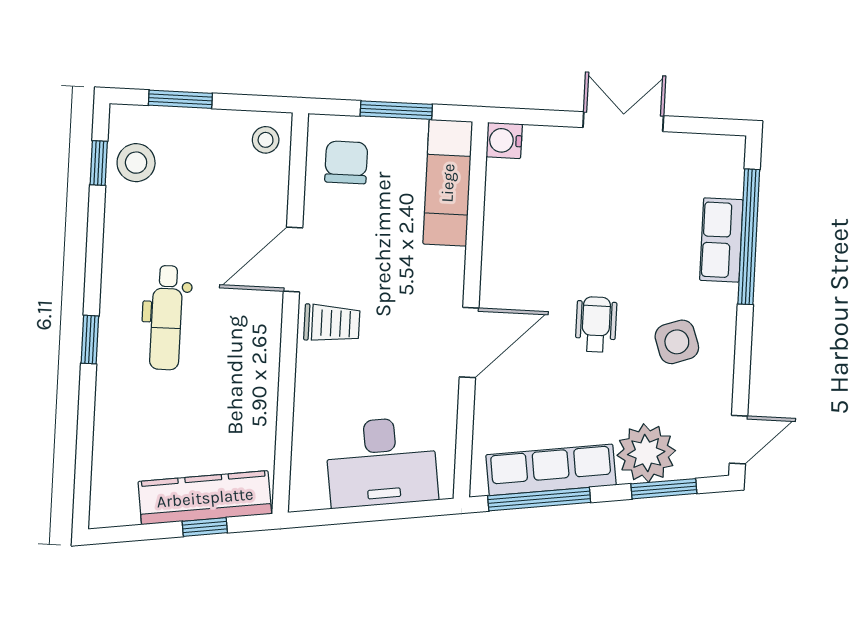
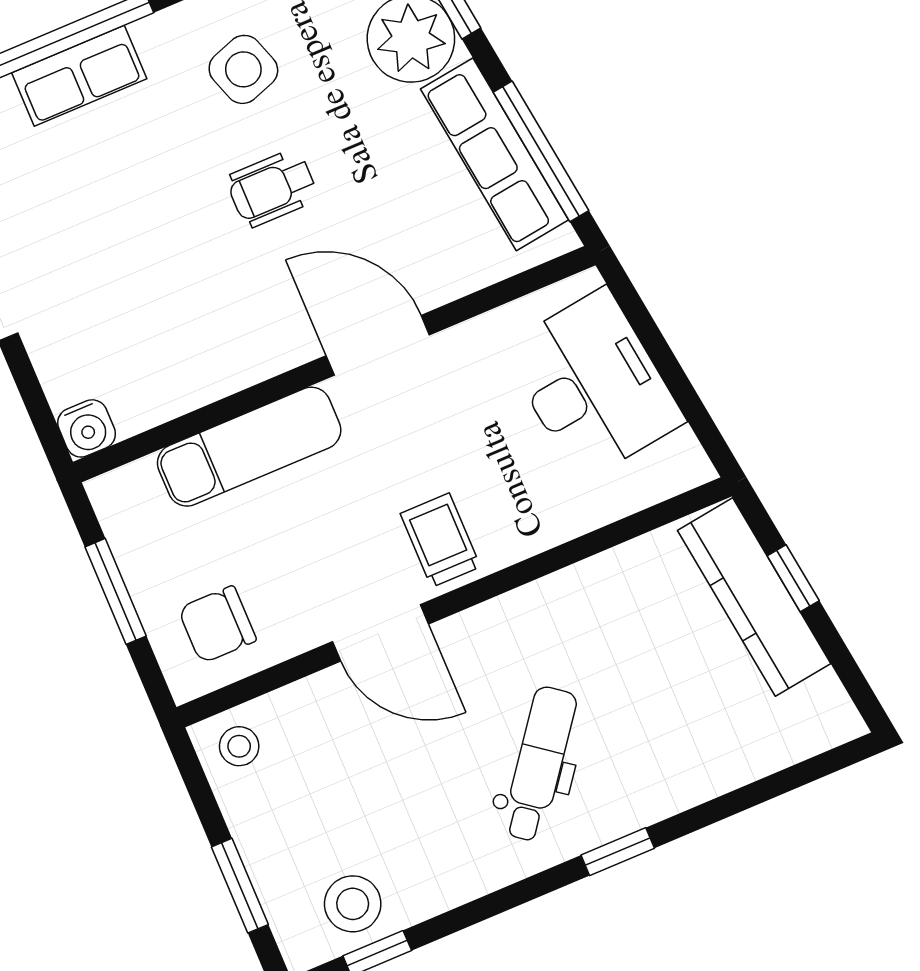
exam couch: (448, 183) -> (249, 447), moved
dental chair: (166, 318) -> (539, 764), turned -53

